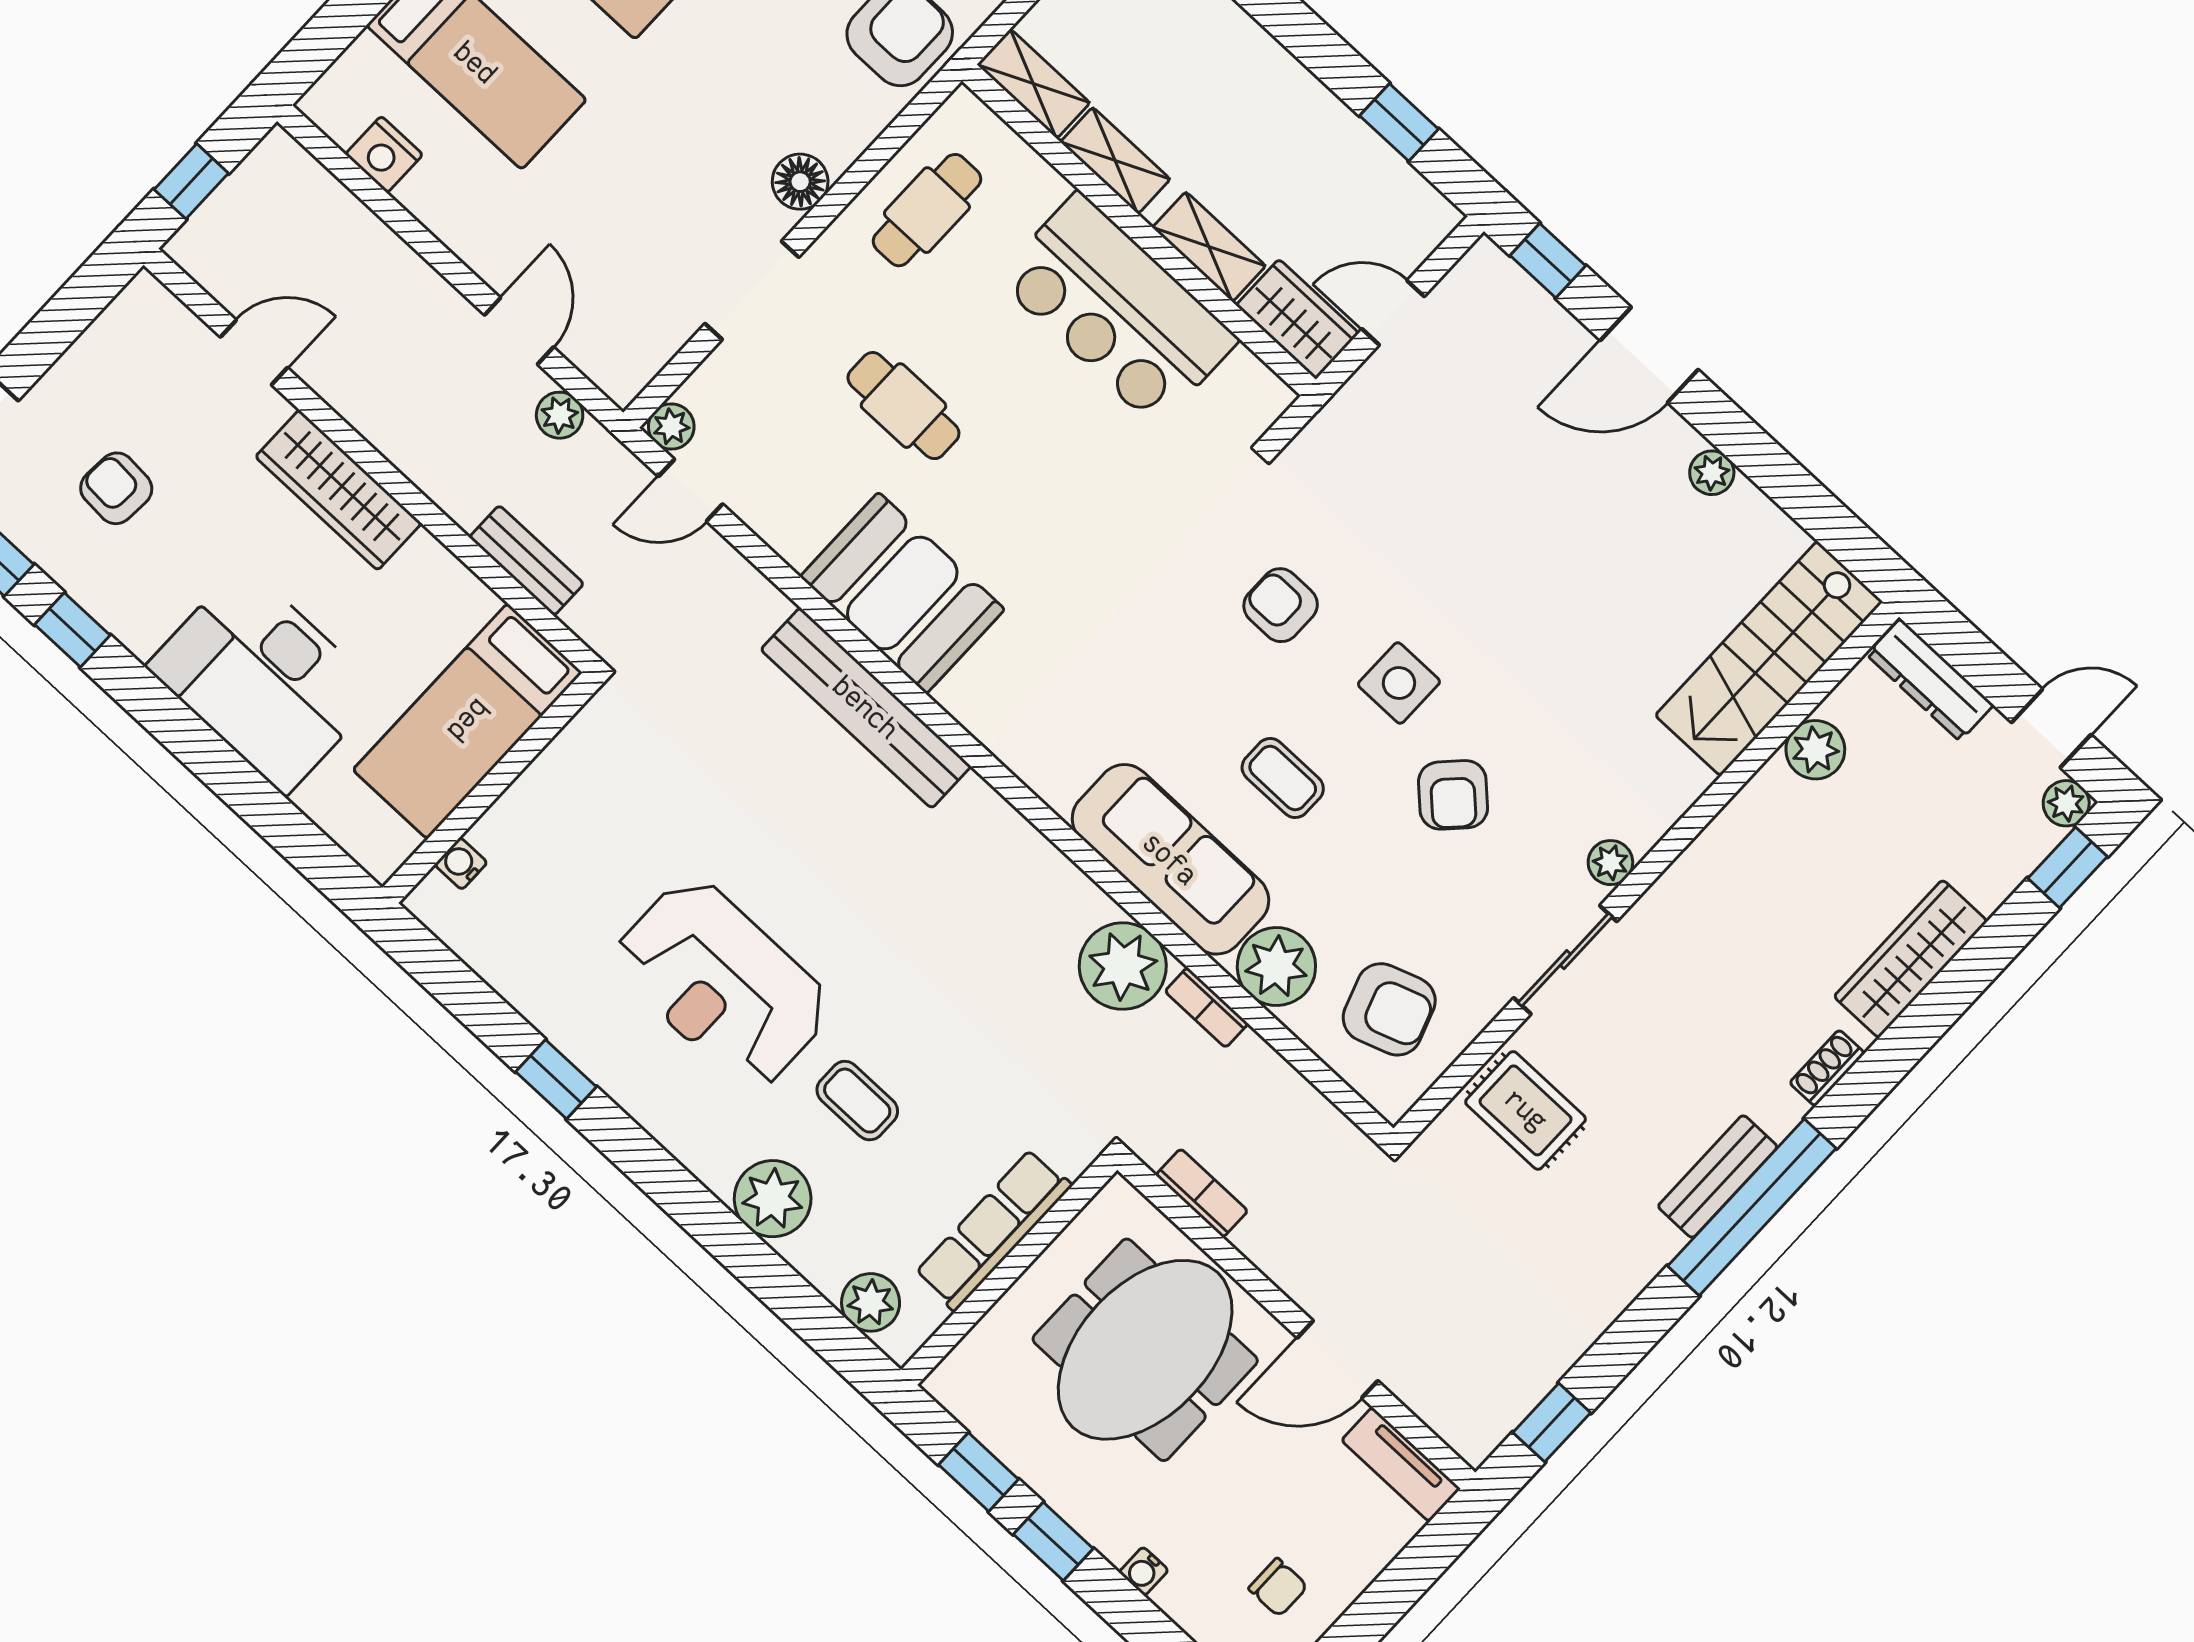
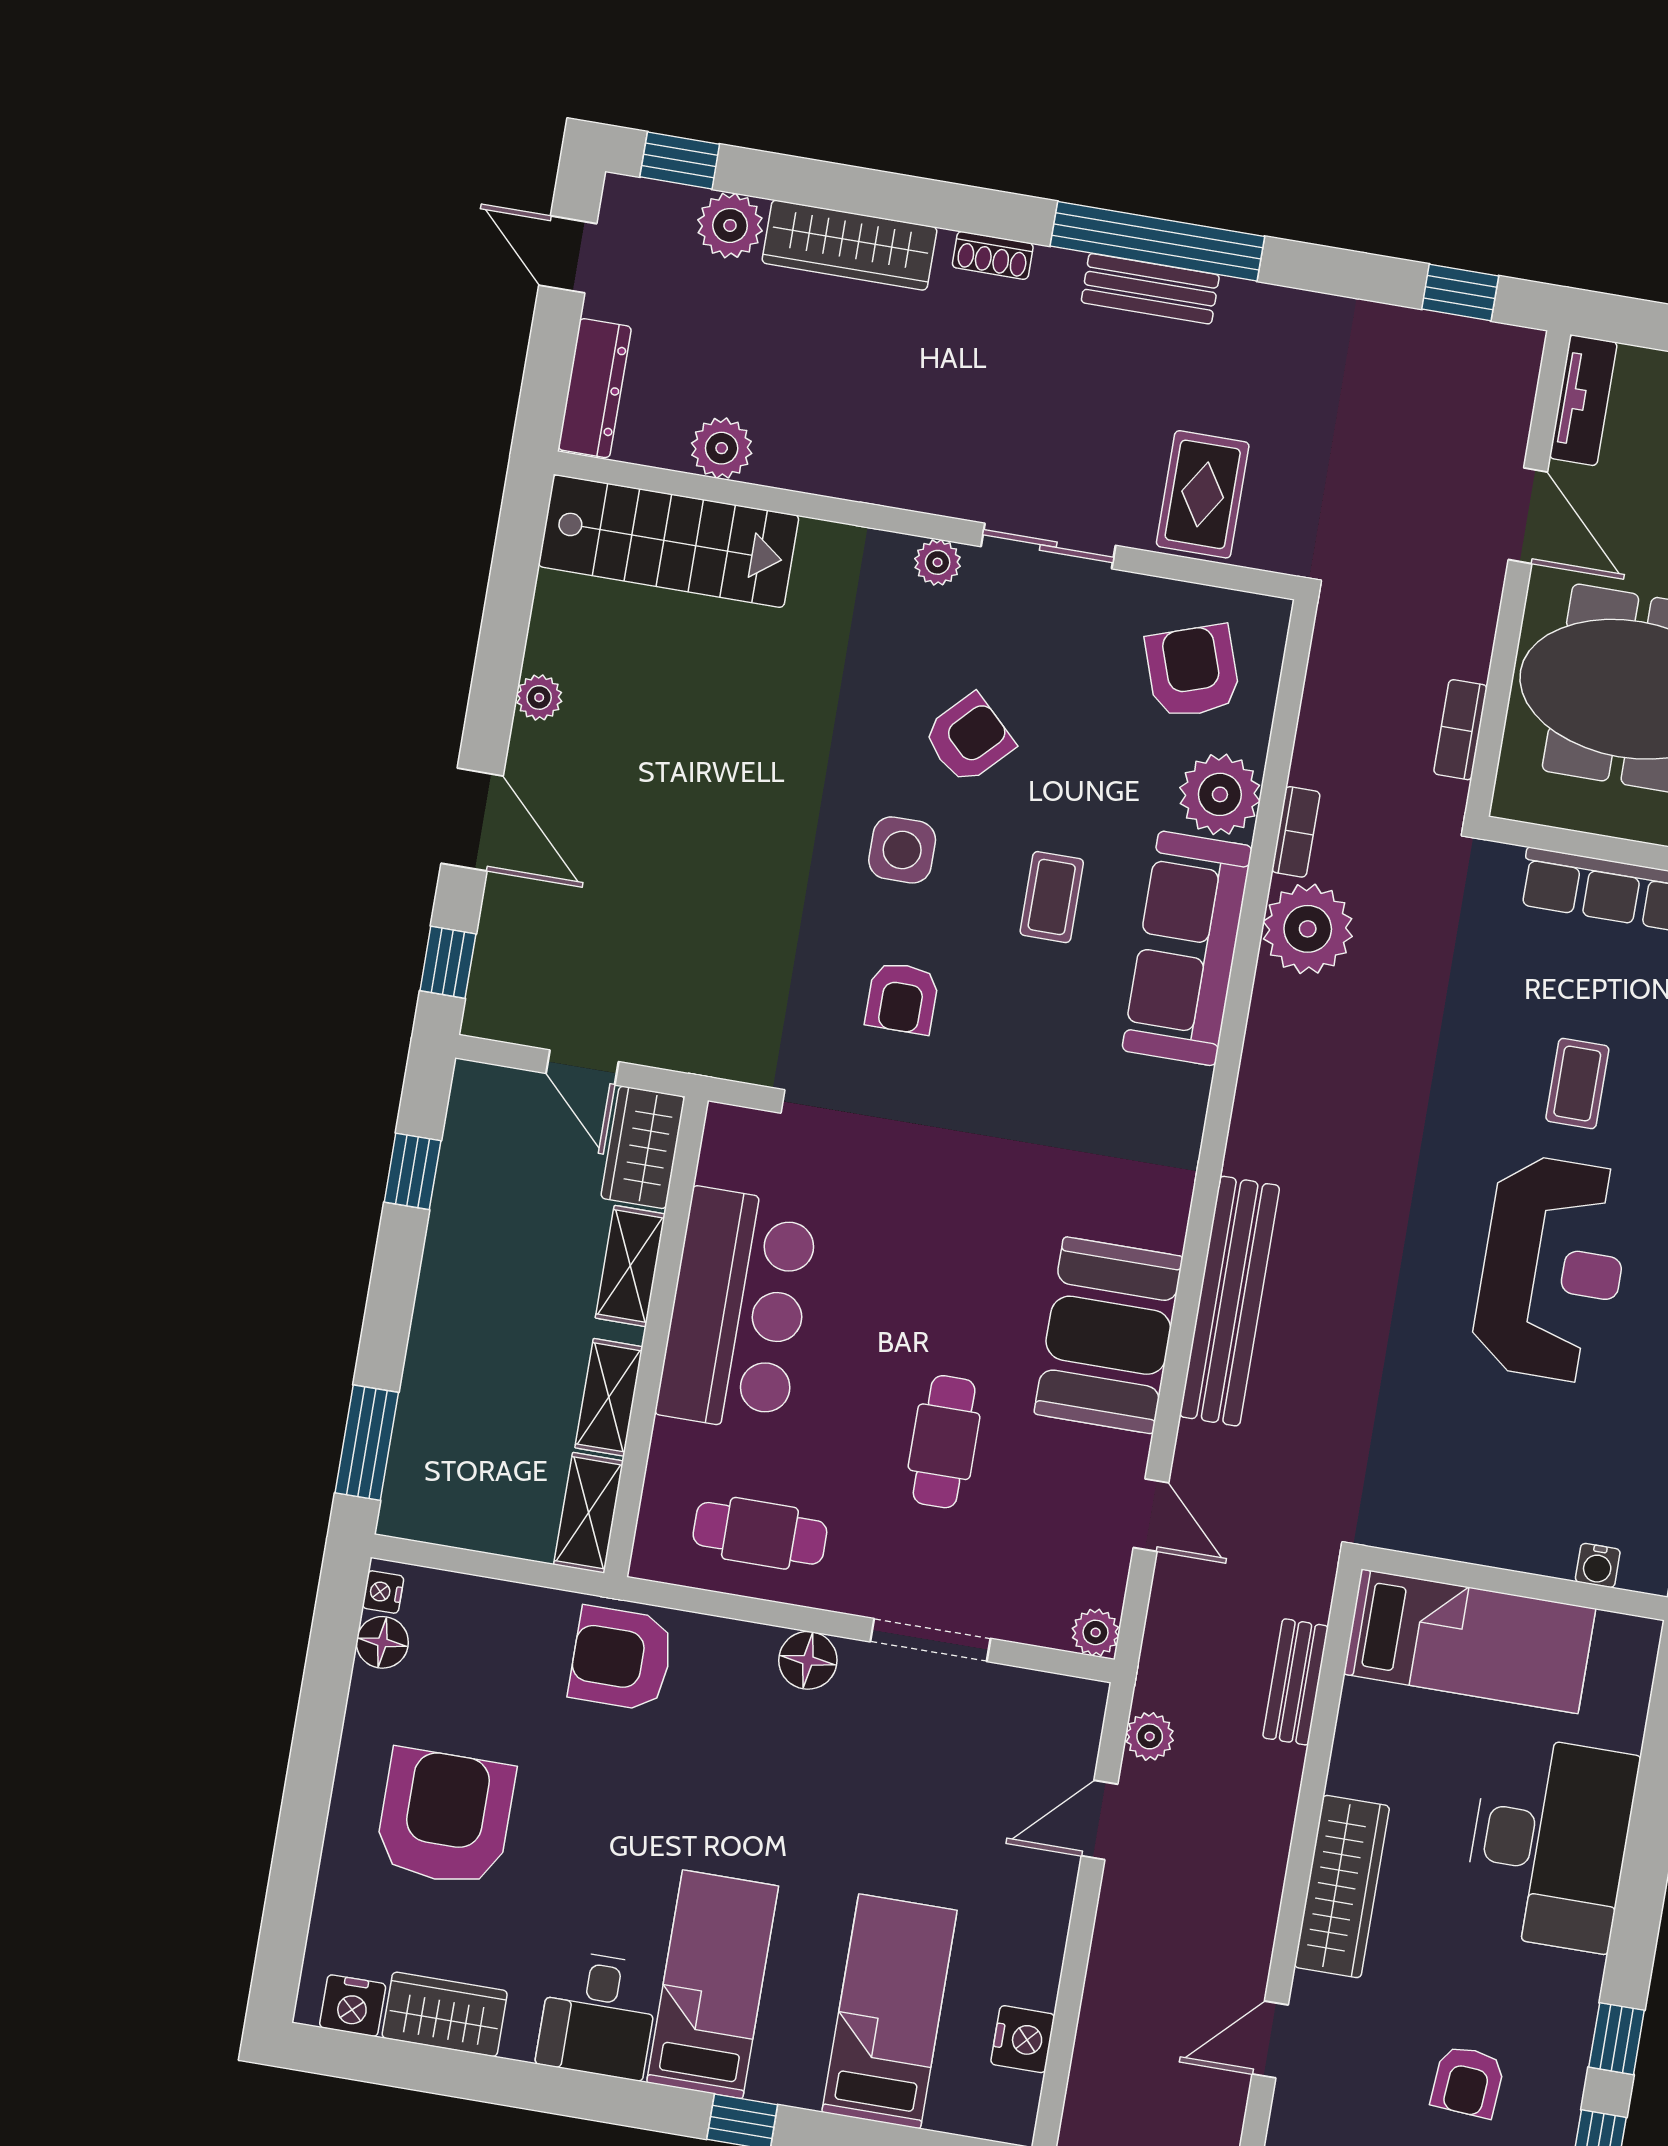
door: (254, 352) -> (1270, 2039), hinge flipped
door: (690, 490) -> (1151, 1515), moved
plant: (2066, 803) -> (730, 225), moved, width x1.38, depth x1.38

